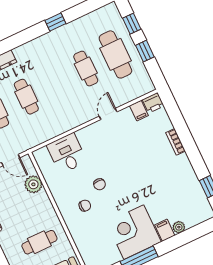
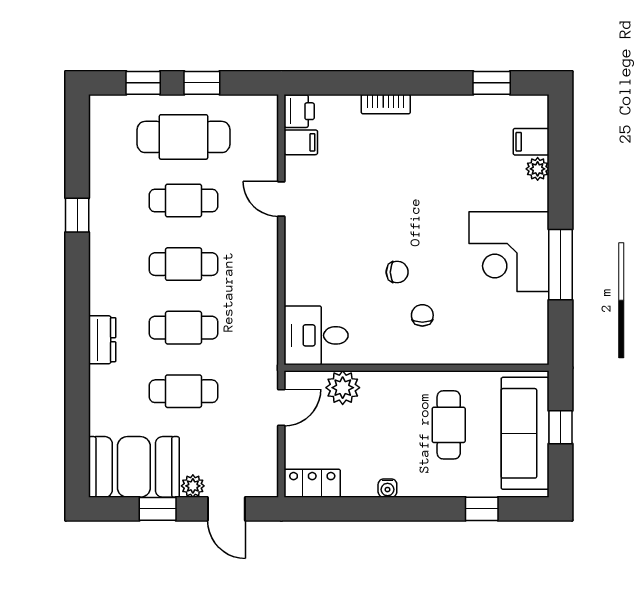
cafe table: (56, 83) -> (183, 264), added
desk: (67, 153) -> (316, 335), moved
filing cabinet: (165, 230) -> (531, 142), moved

